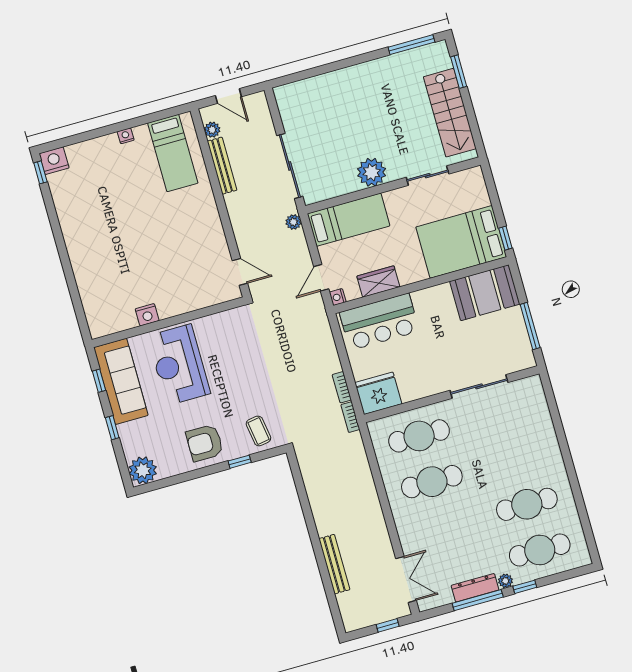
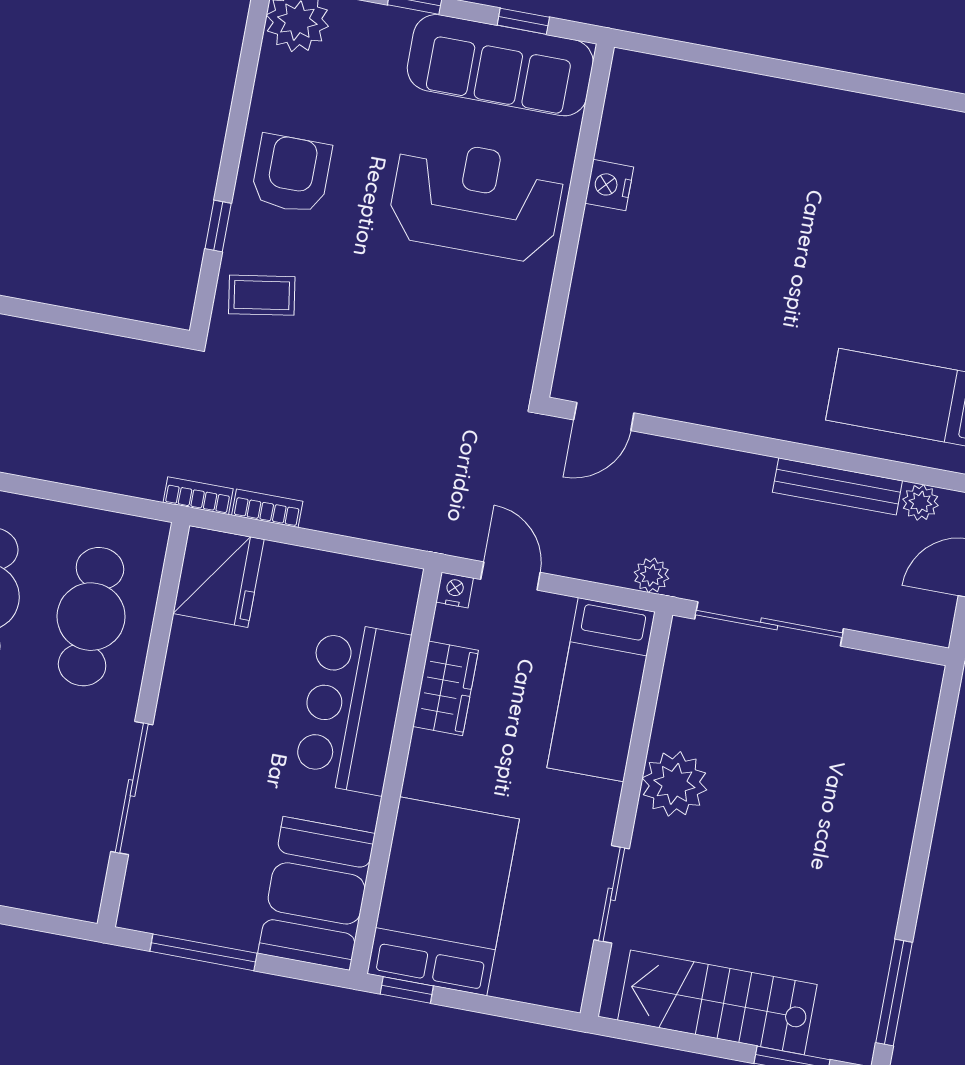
bar counter: (379, 322) -> (352, 708), moved

